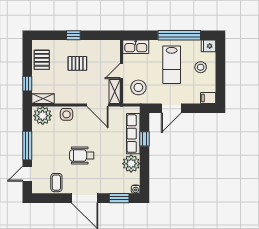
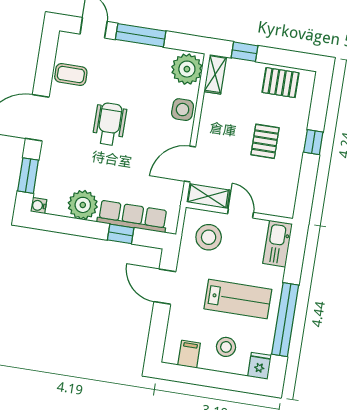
lab bench: (172, 65) -> (238, 299), turned 180
filing cabinet: (208, 98) -> (189, 354), moved

